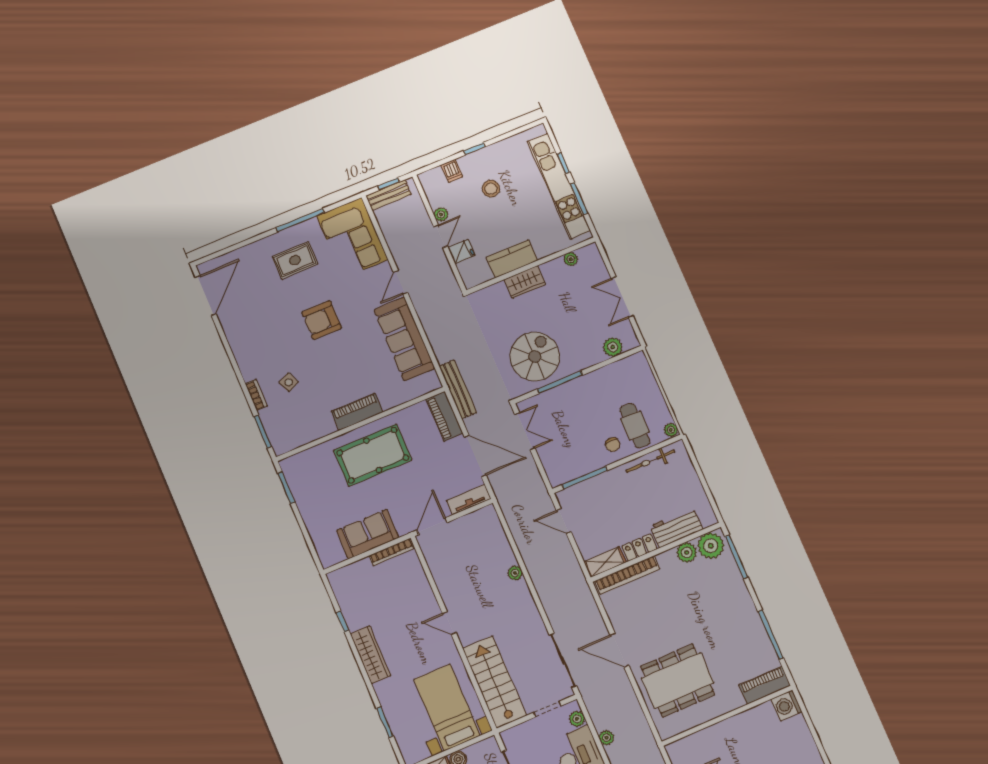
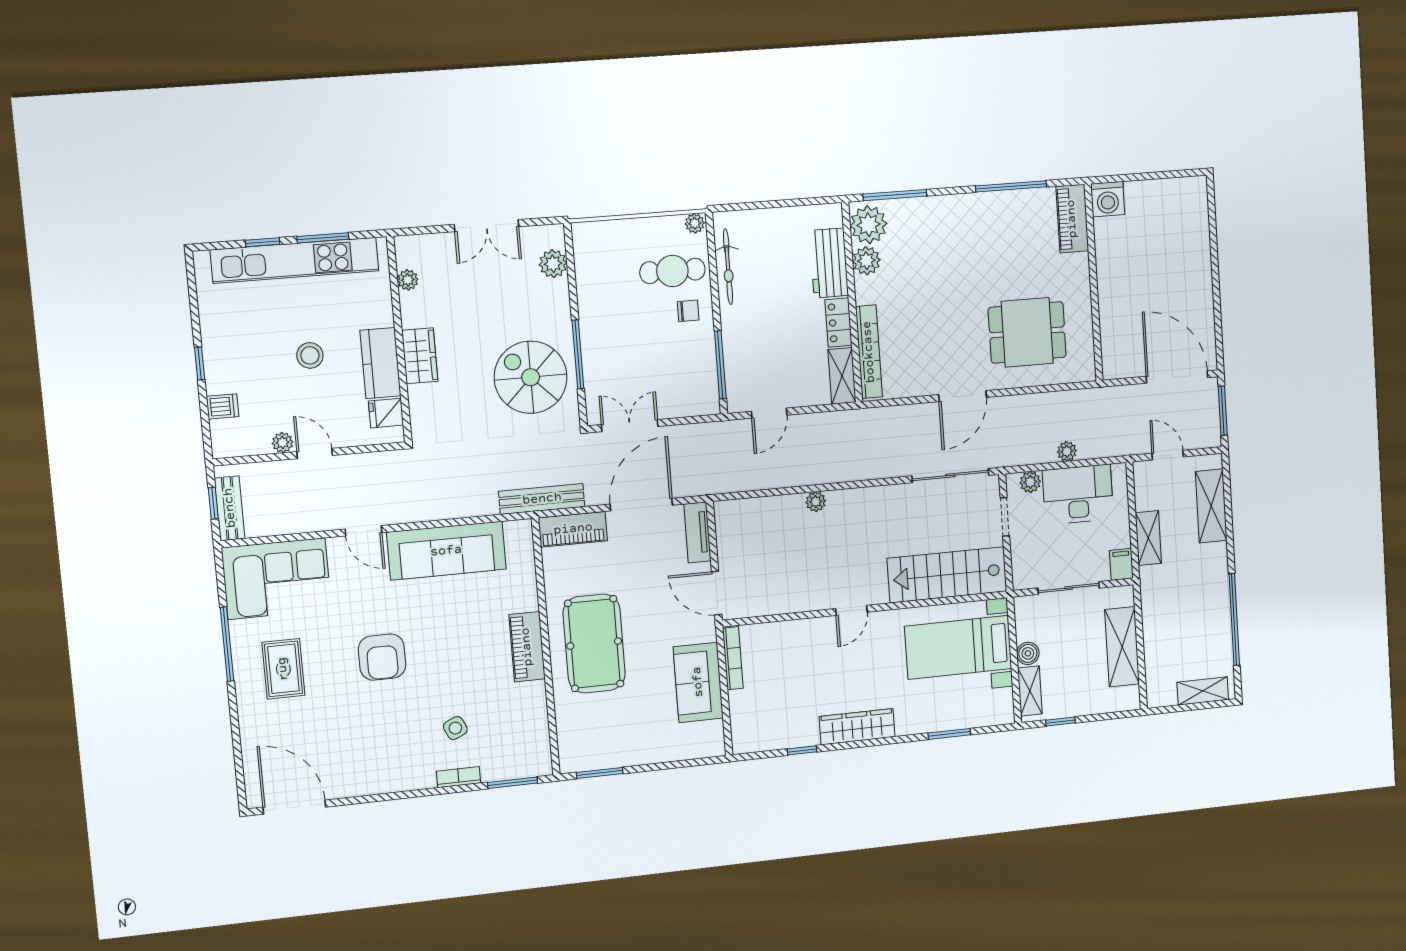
stool: (491, 189) -> (310, 355), moved
fridge: (461, 252) -> (386, 413), moved, turned -90
dining table: (678, 681) -> (1027, 332), width x0.73

